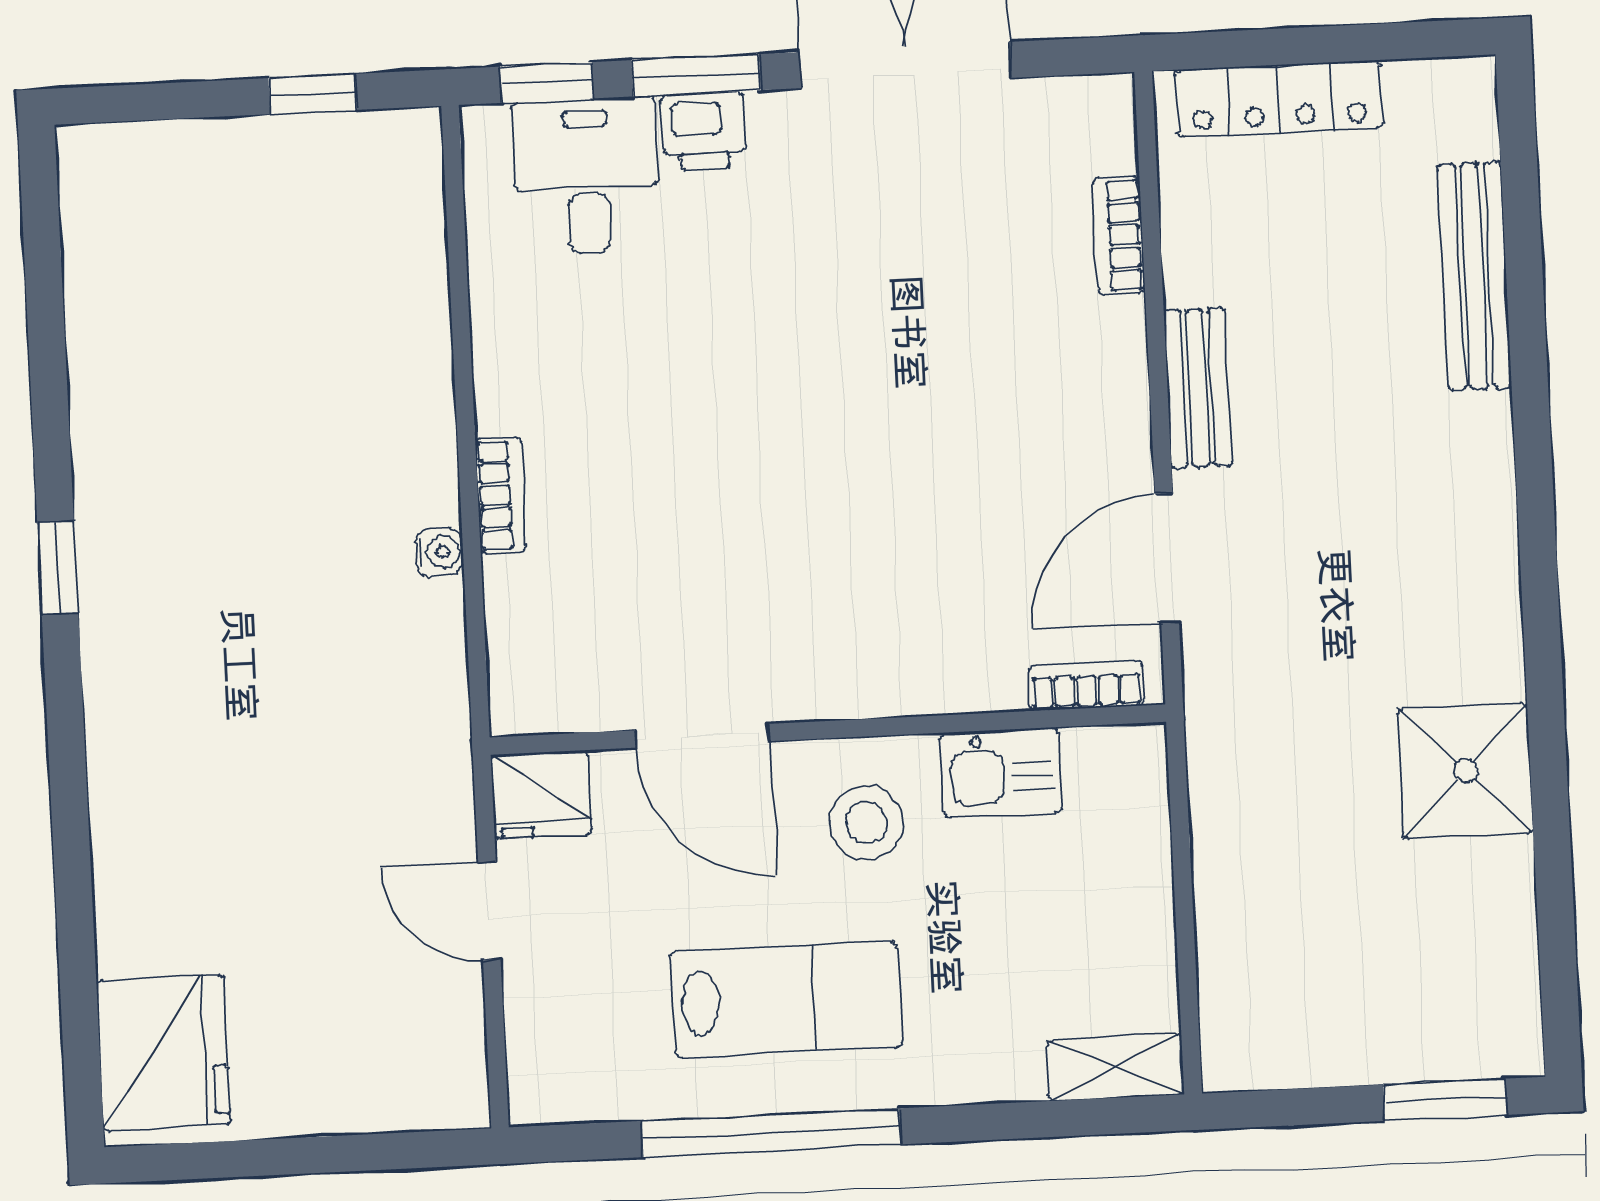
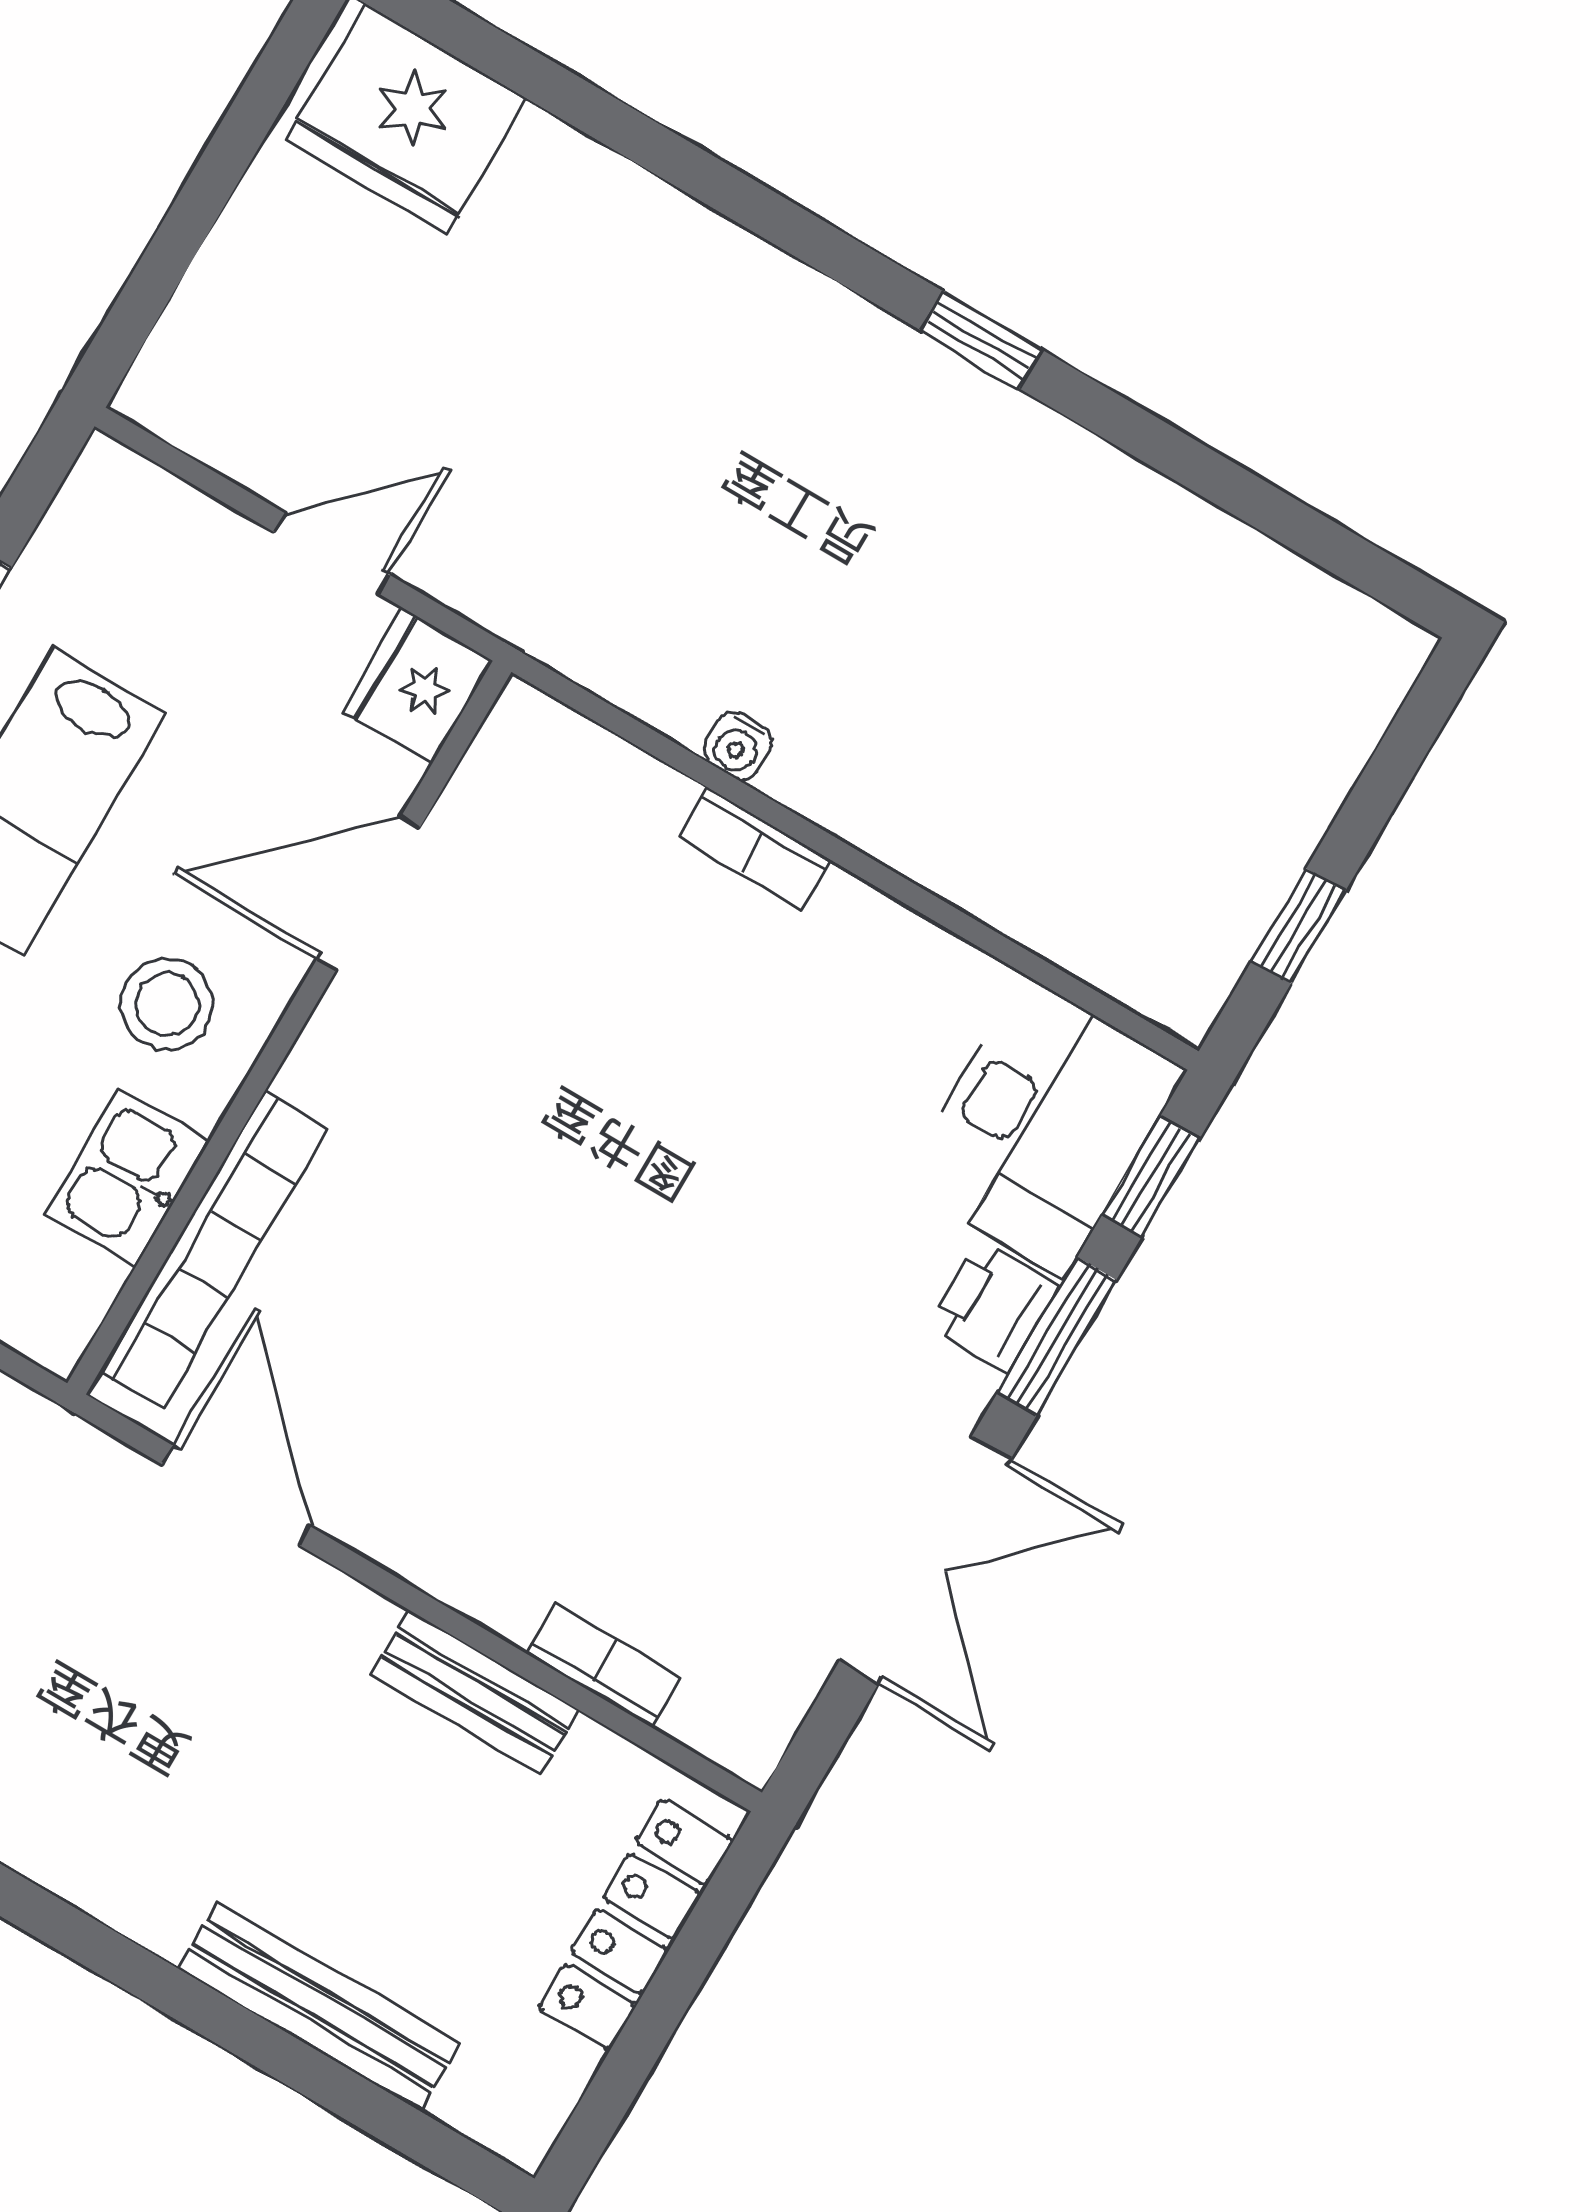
desk: (587, 176) -> (1044, 1126), width x1.37
bench: (1198, 388) -> (475, 1692), moved
bookcase: (1086, 685) -> (214, 1250), width x2.31, depth x1.31

